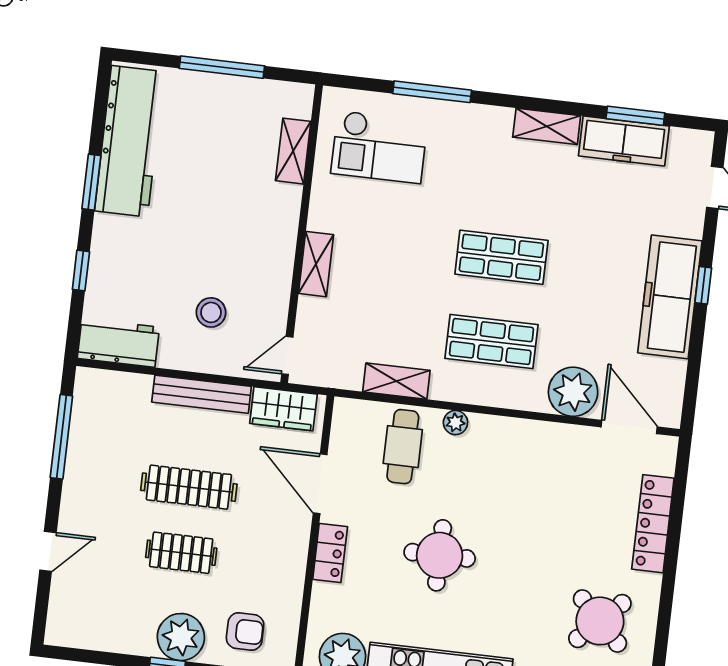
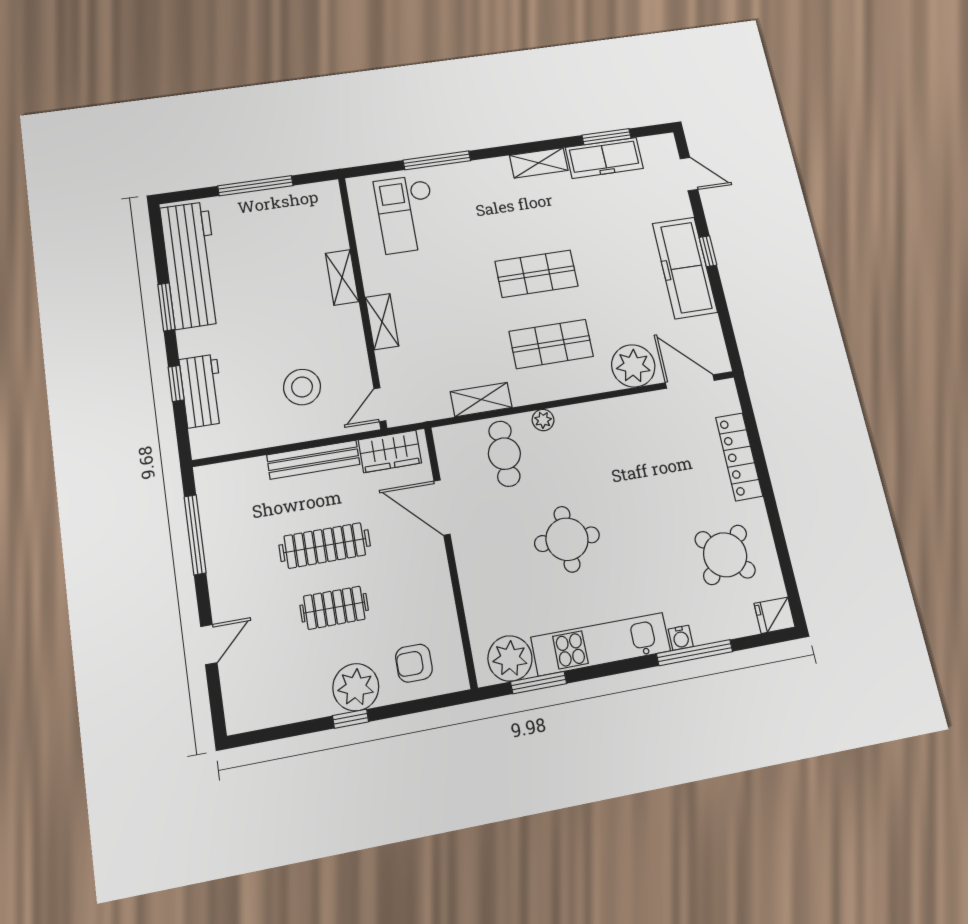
checkout: (379, 147) -> (407, 214), turned 90
shelving: (293, 151) -> (342, 277), moved
stool: (211, 312) -> (302, 387), width x1.38, depth x1.38
workbench: (118, 343) -> (202, 391), moved, turned 90
locker: (330, 553) -> (470, 567), removed
armchair: (245, 632) -> (414, 663), turned 180

